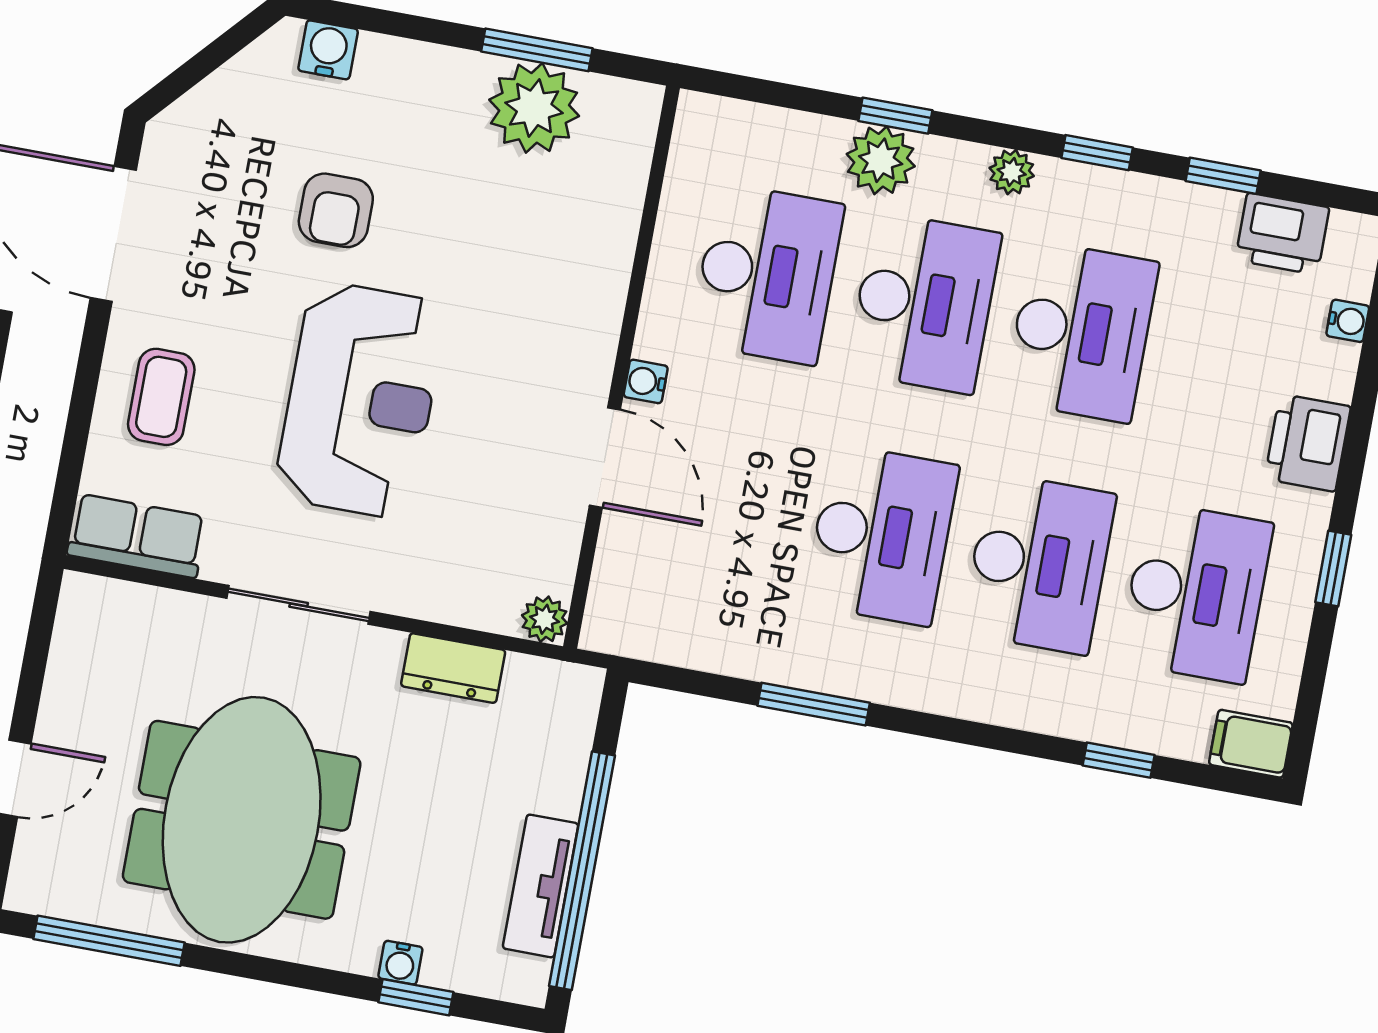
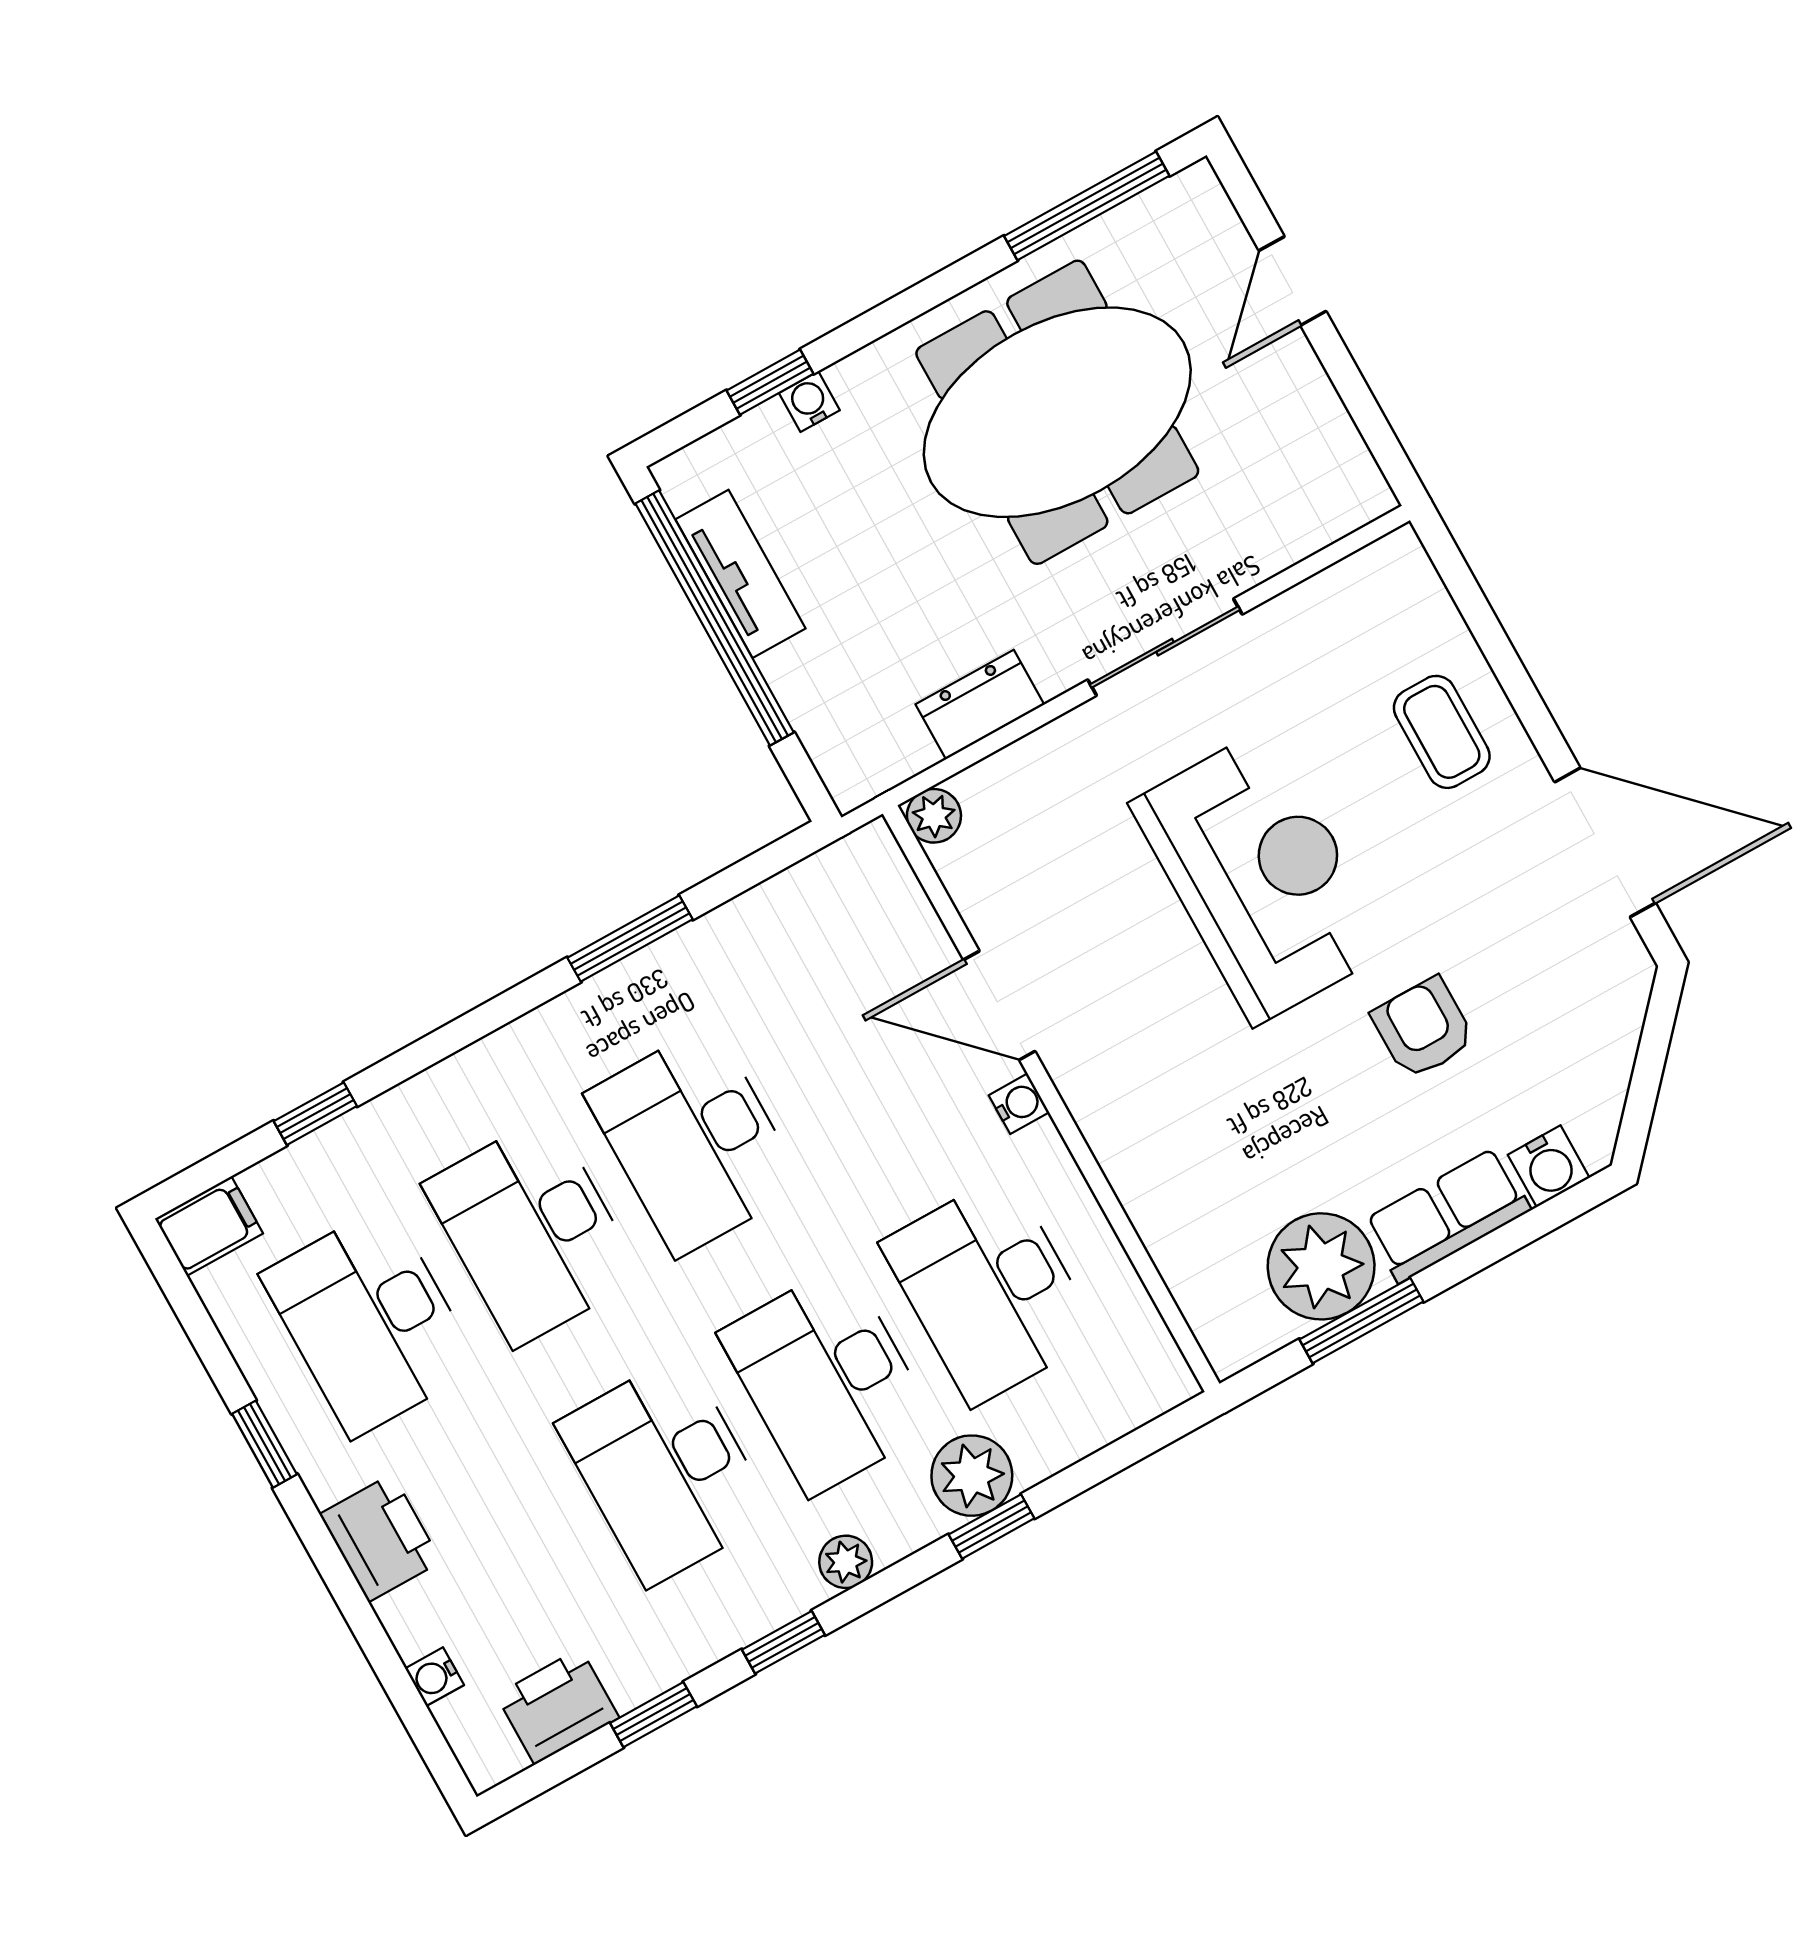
reception desk: (360, 400) -> (1261, 876), turned 180
row of seats: (137, 536) -> (1447, 1215), moved, turned 180
meeting table: (242, 820) -> (1057, 412), turned 90

